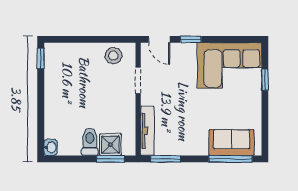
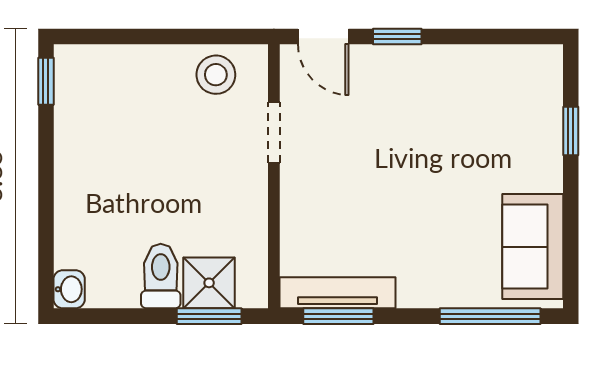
corner sofa: (230, 66) -> (488, 98), removed
tv unit: (147, 131) -> (337, 293), moved, turned -90
sofa: (232, 143) -> (533, 247), moved, turned -90

